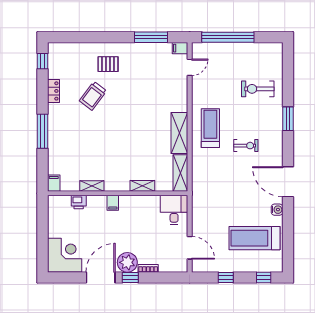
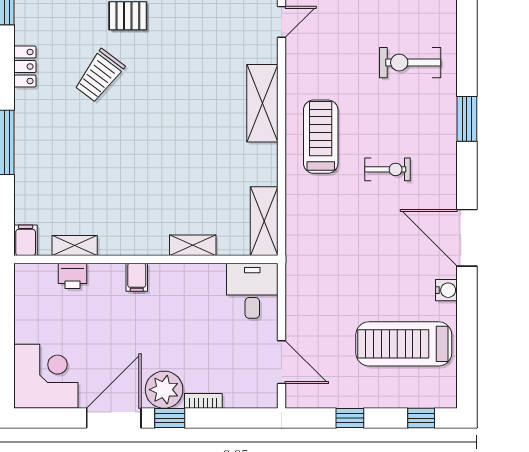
shelving: (179, 133) -> (262, 103), moved
shelving: (92, 186) -> (75, 246), moved

